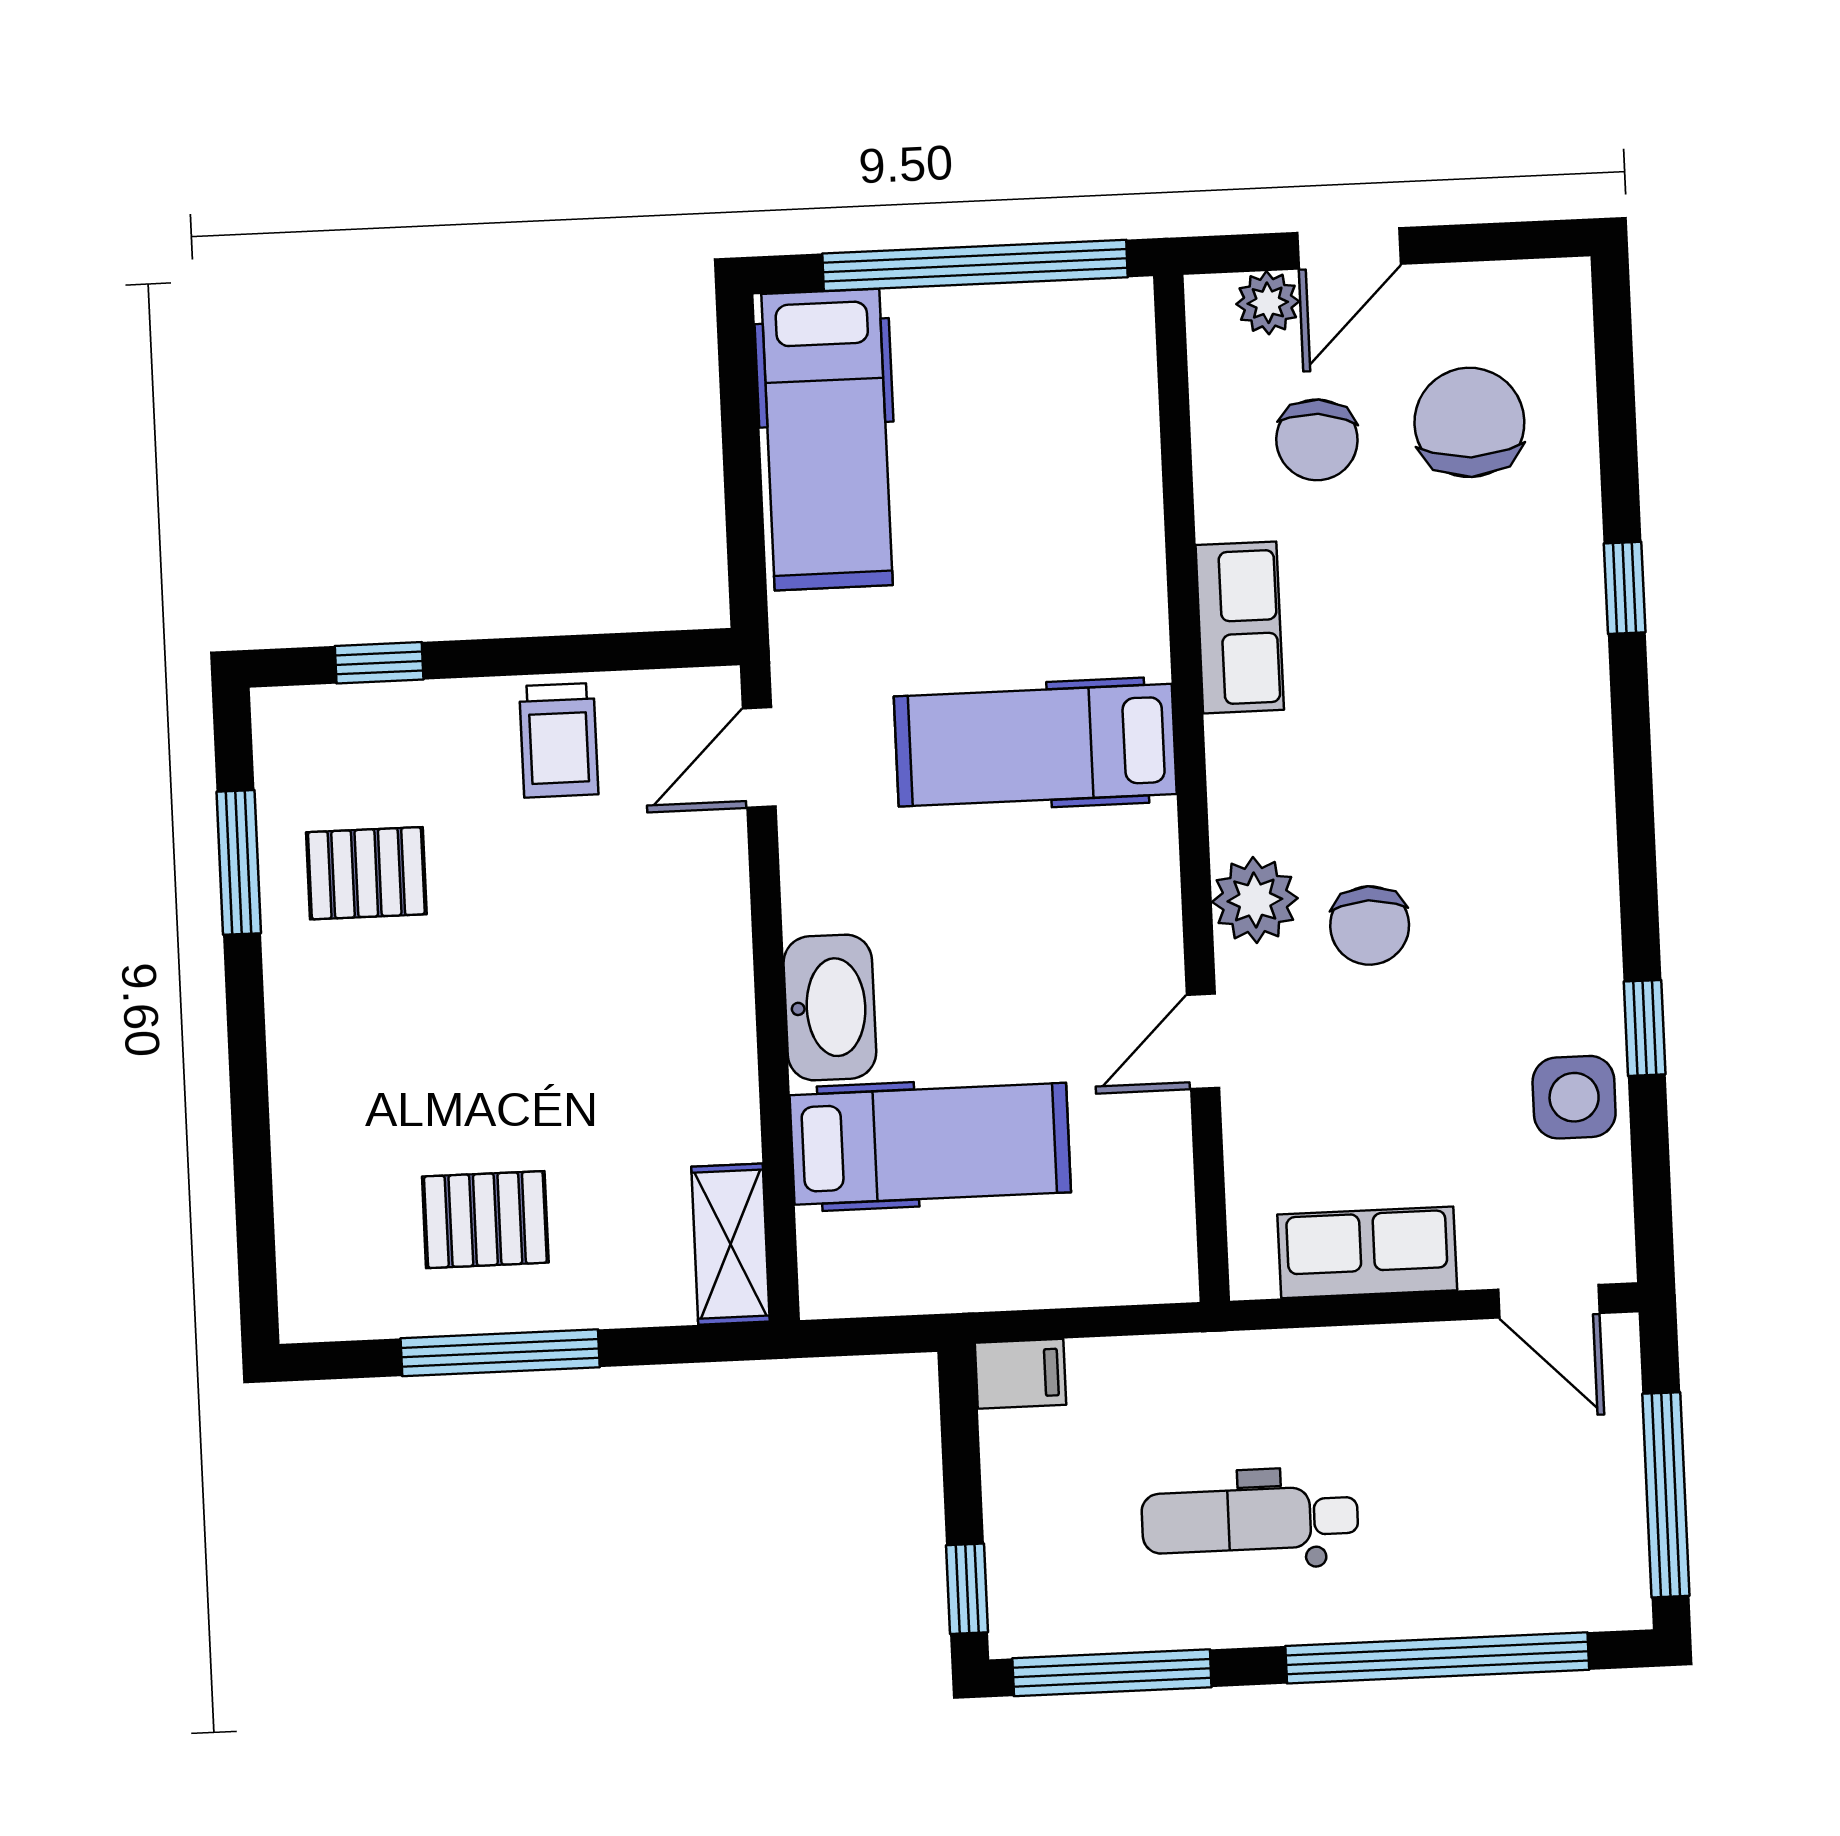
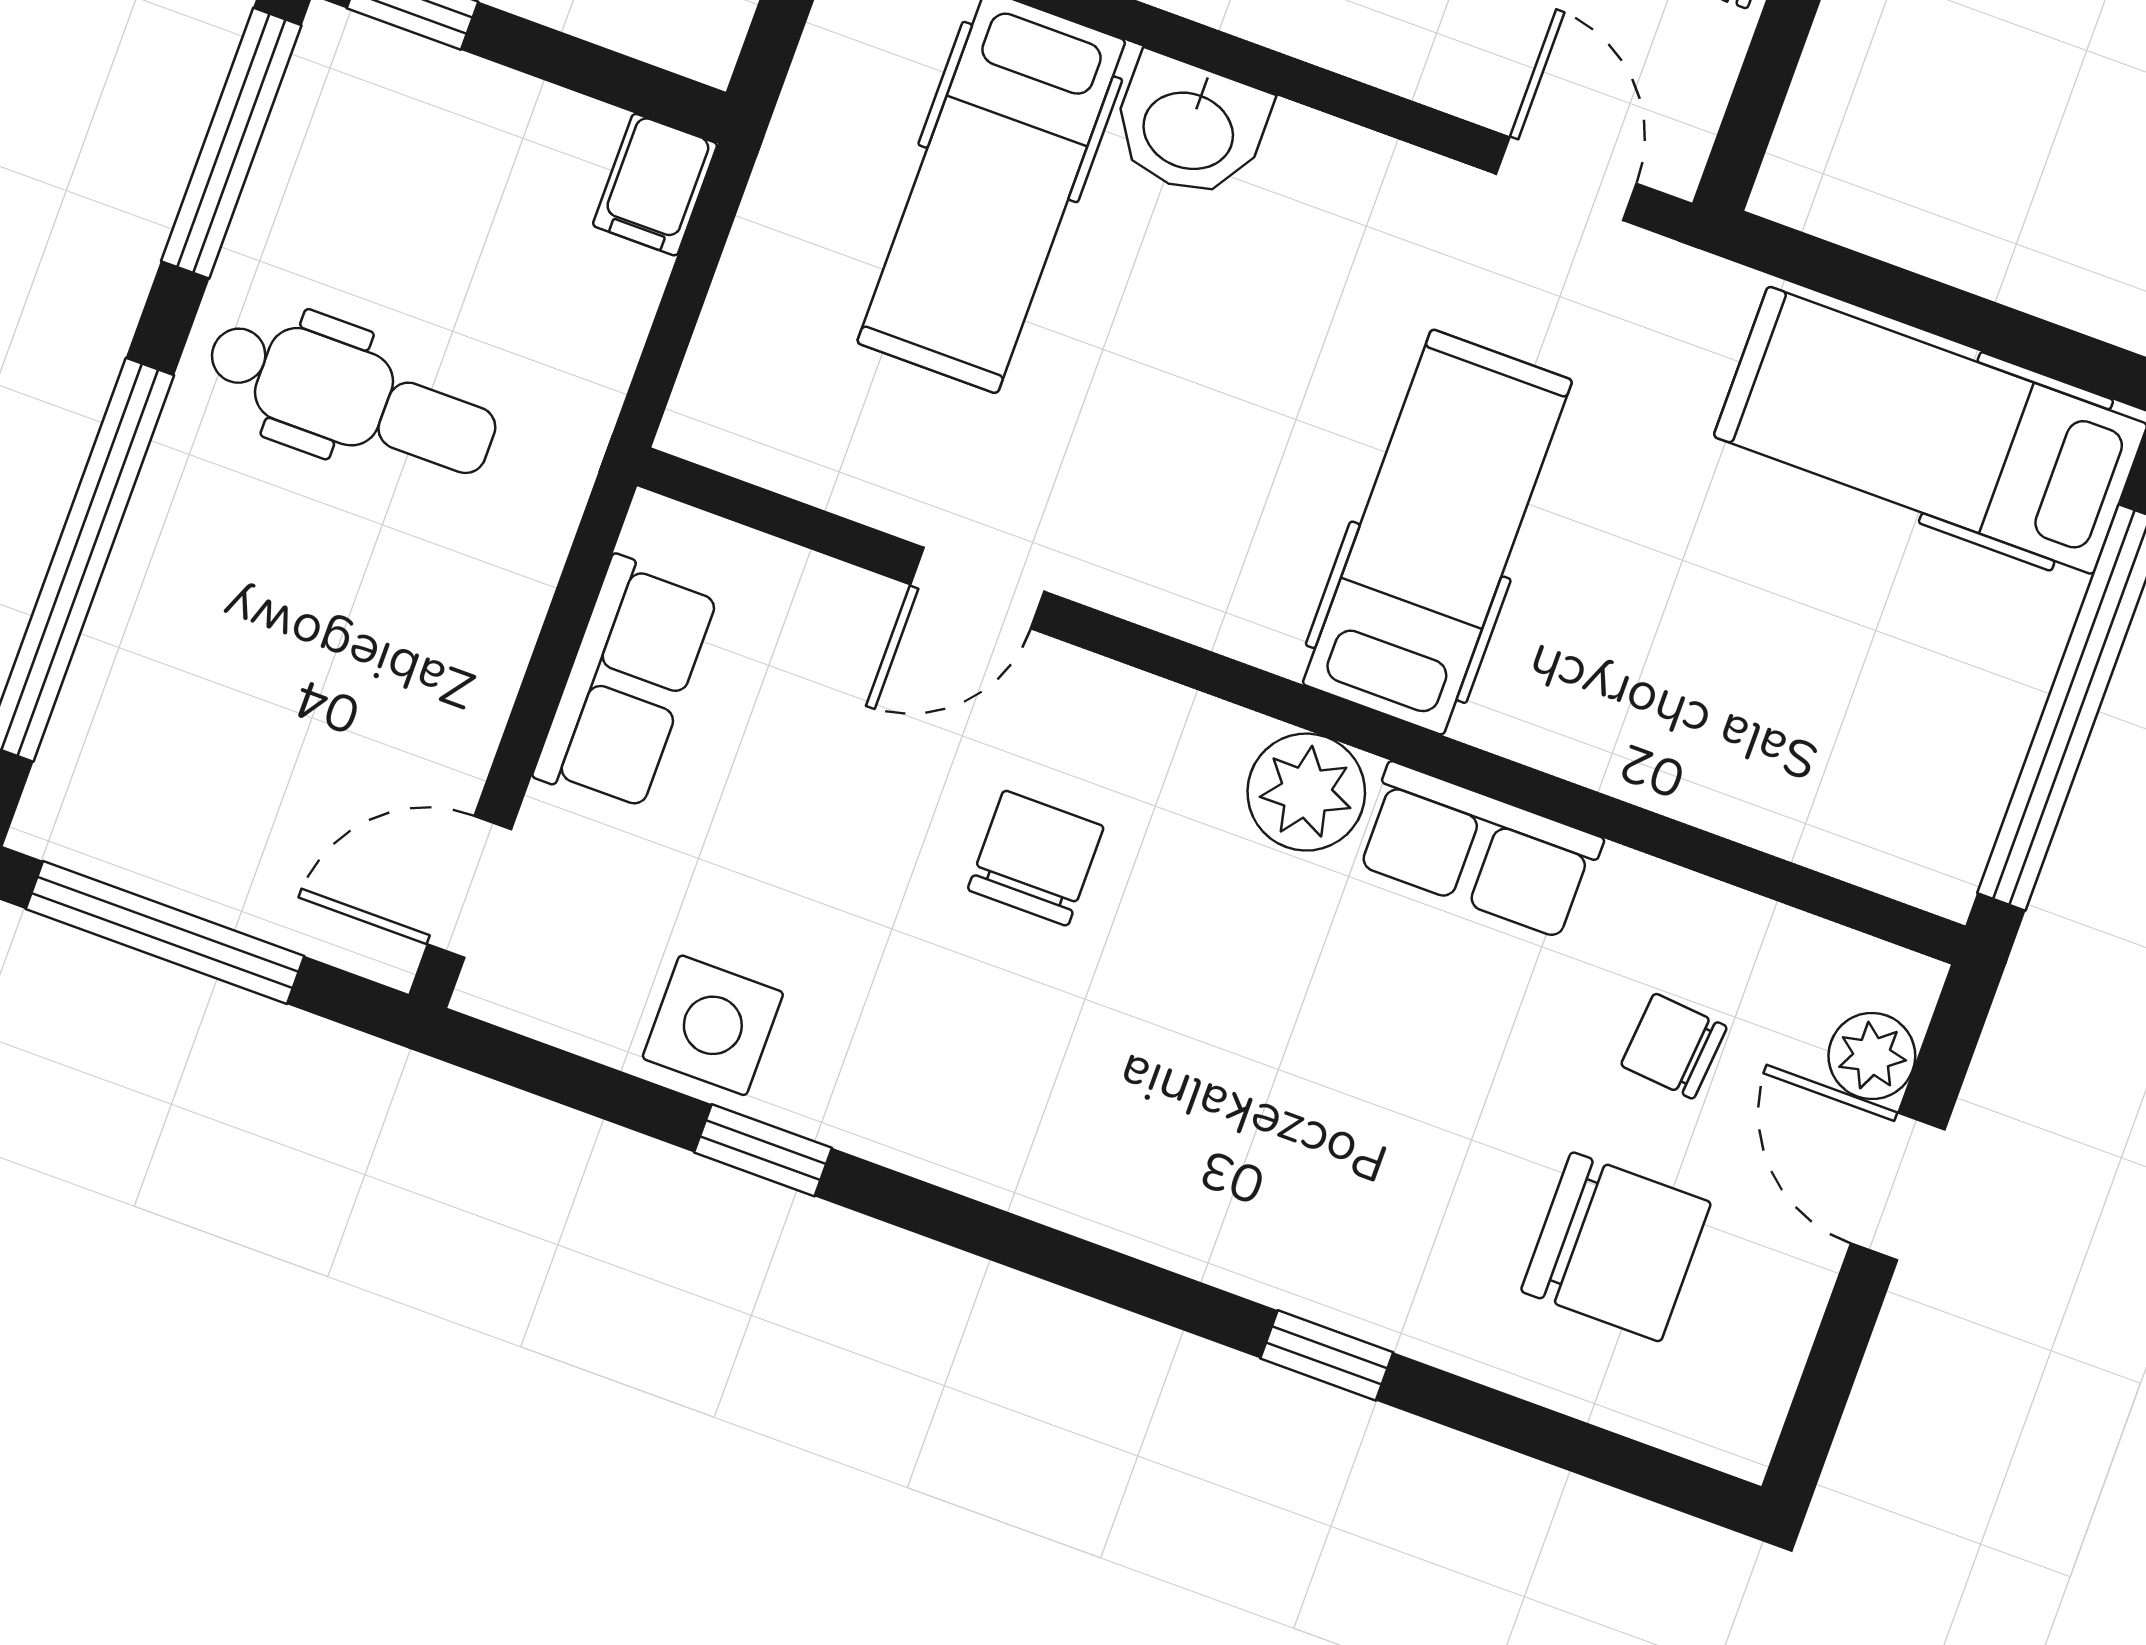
chair: (1317, 440) -> (1674, 1046), width x0.73, depth x0.73
plant: (1255, 900) -> (1306, 792), moved
chair: (1370, 925) -> (1036, 858), turned 90
washbasin: (830, 1007) -> (1189, 127), width x0.72
door: (1203, 1041) -> (977, 588), swing flipped
dental chair: (1250, 1520) -> (352, 397), turned 90

